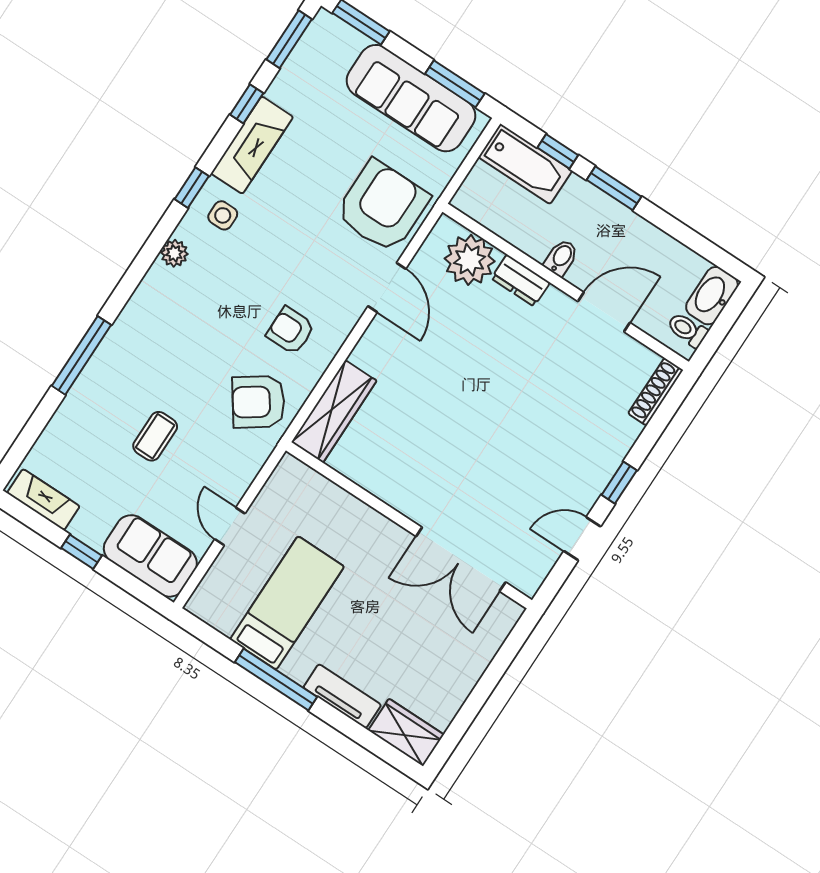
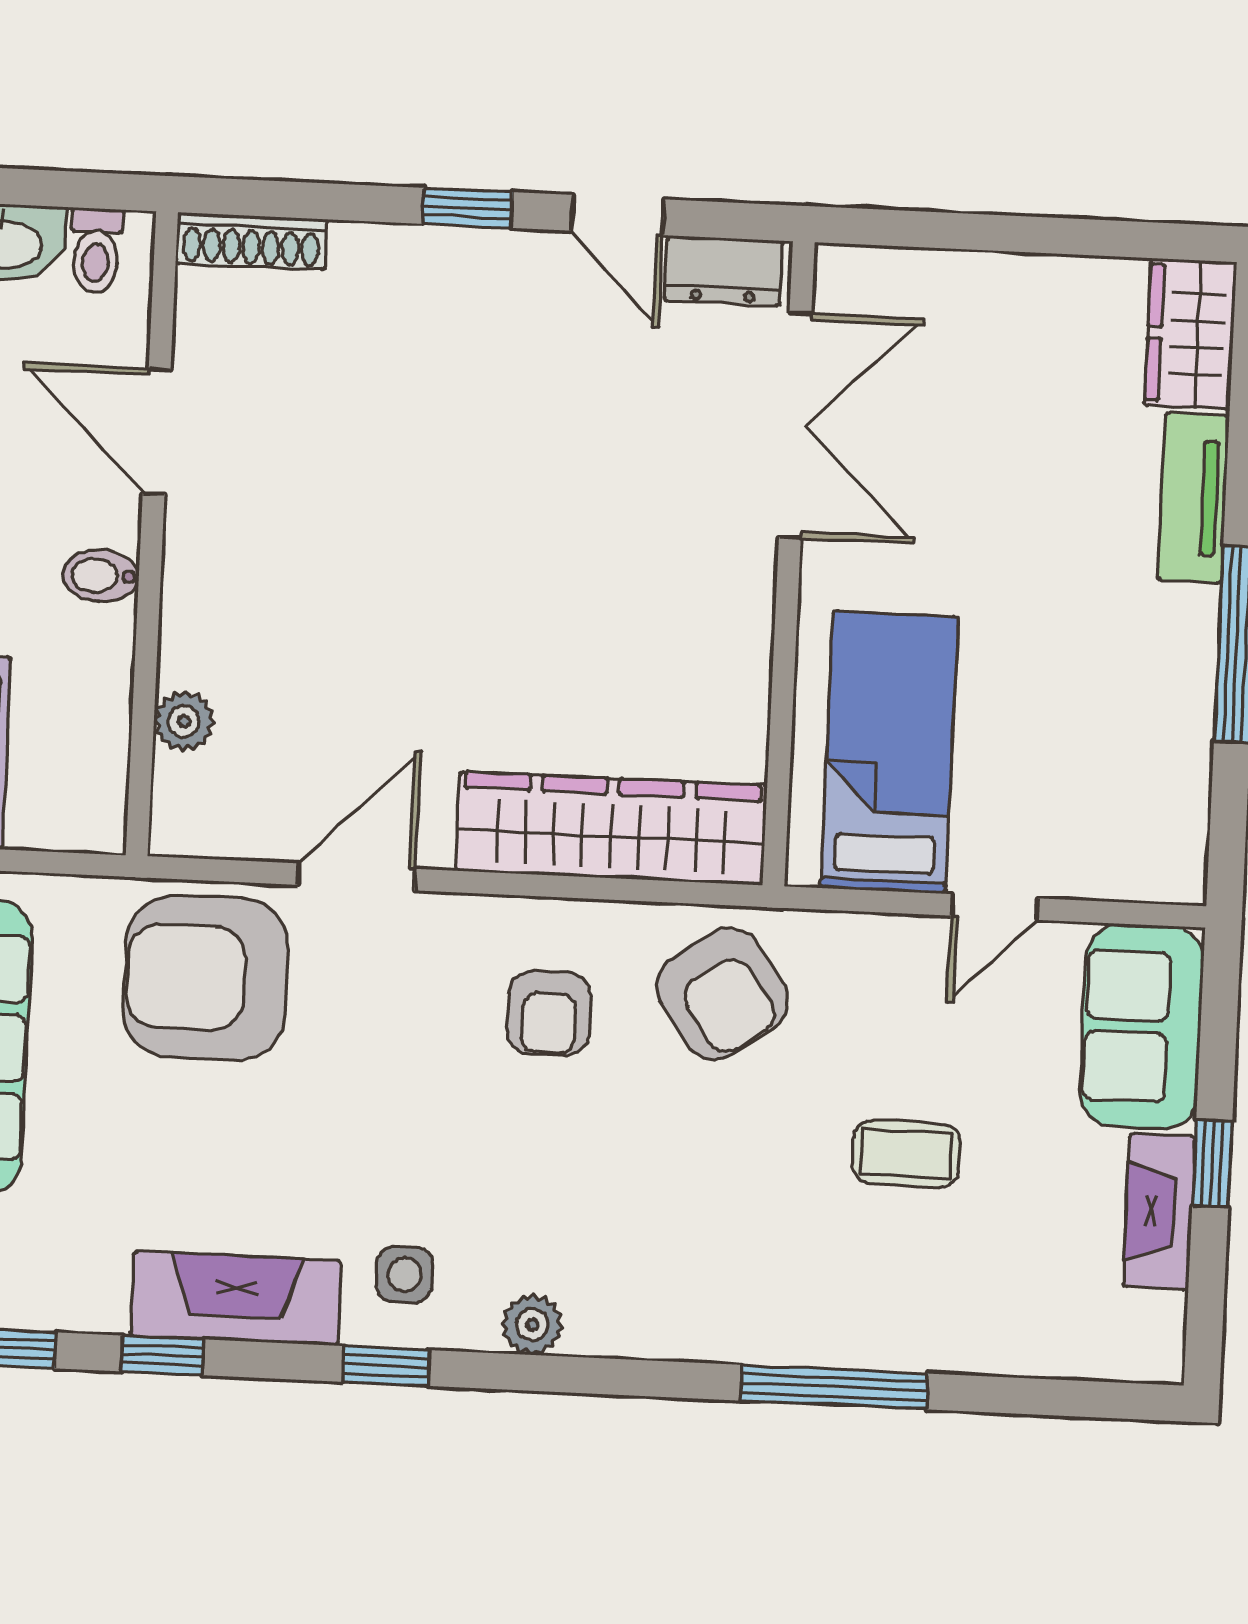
plant: (470, 260) -> (184, 721), width x0.53, depth x0.53
dresser: (521, 280) -> (724, 271), moved, turned 90
wardrobe: (334, 411) -> (611, 828), width x1.40, depth x1.17
fireplace: (43, 500) -> (1159, 1212), moved
bed: (287, 603) -> (889, 752), moved, turned 90

